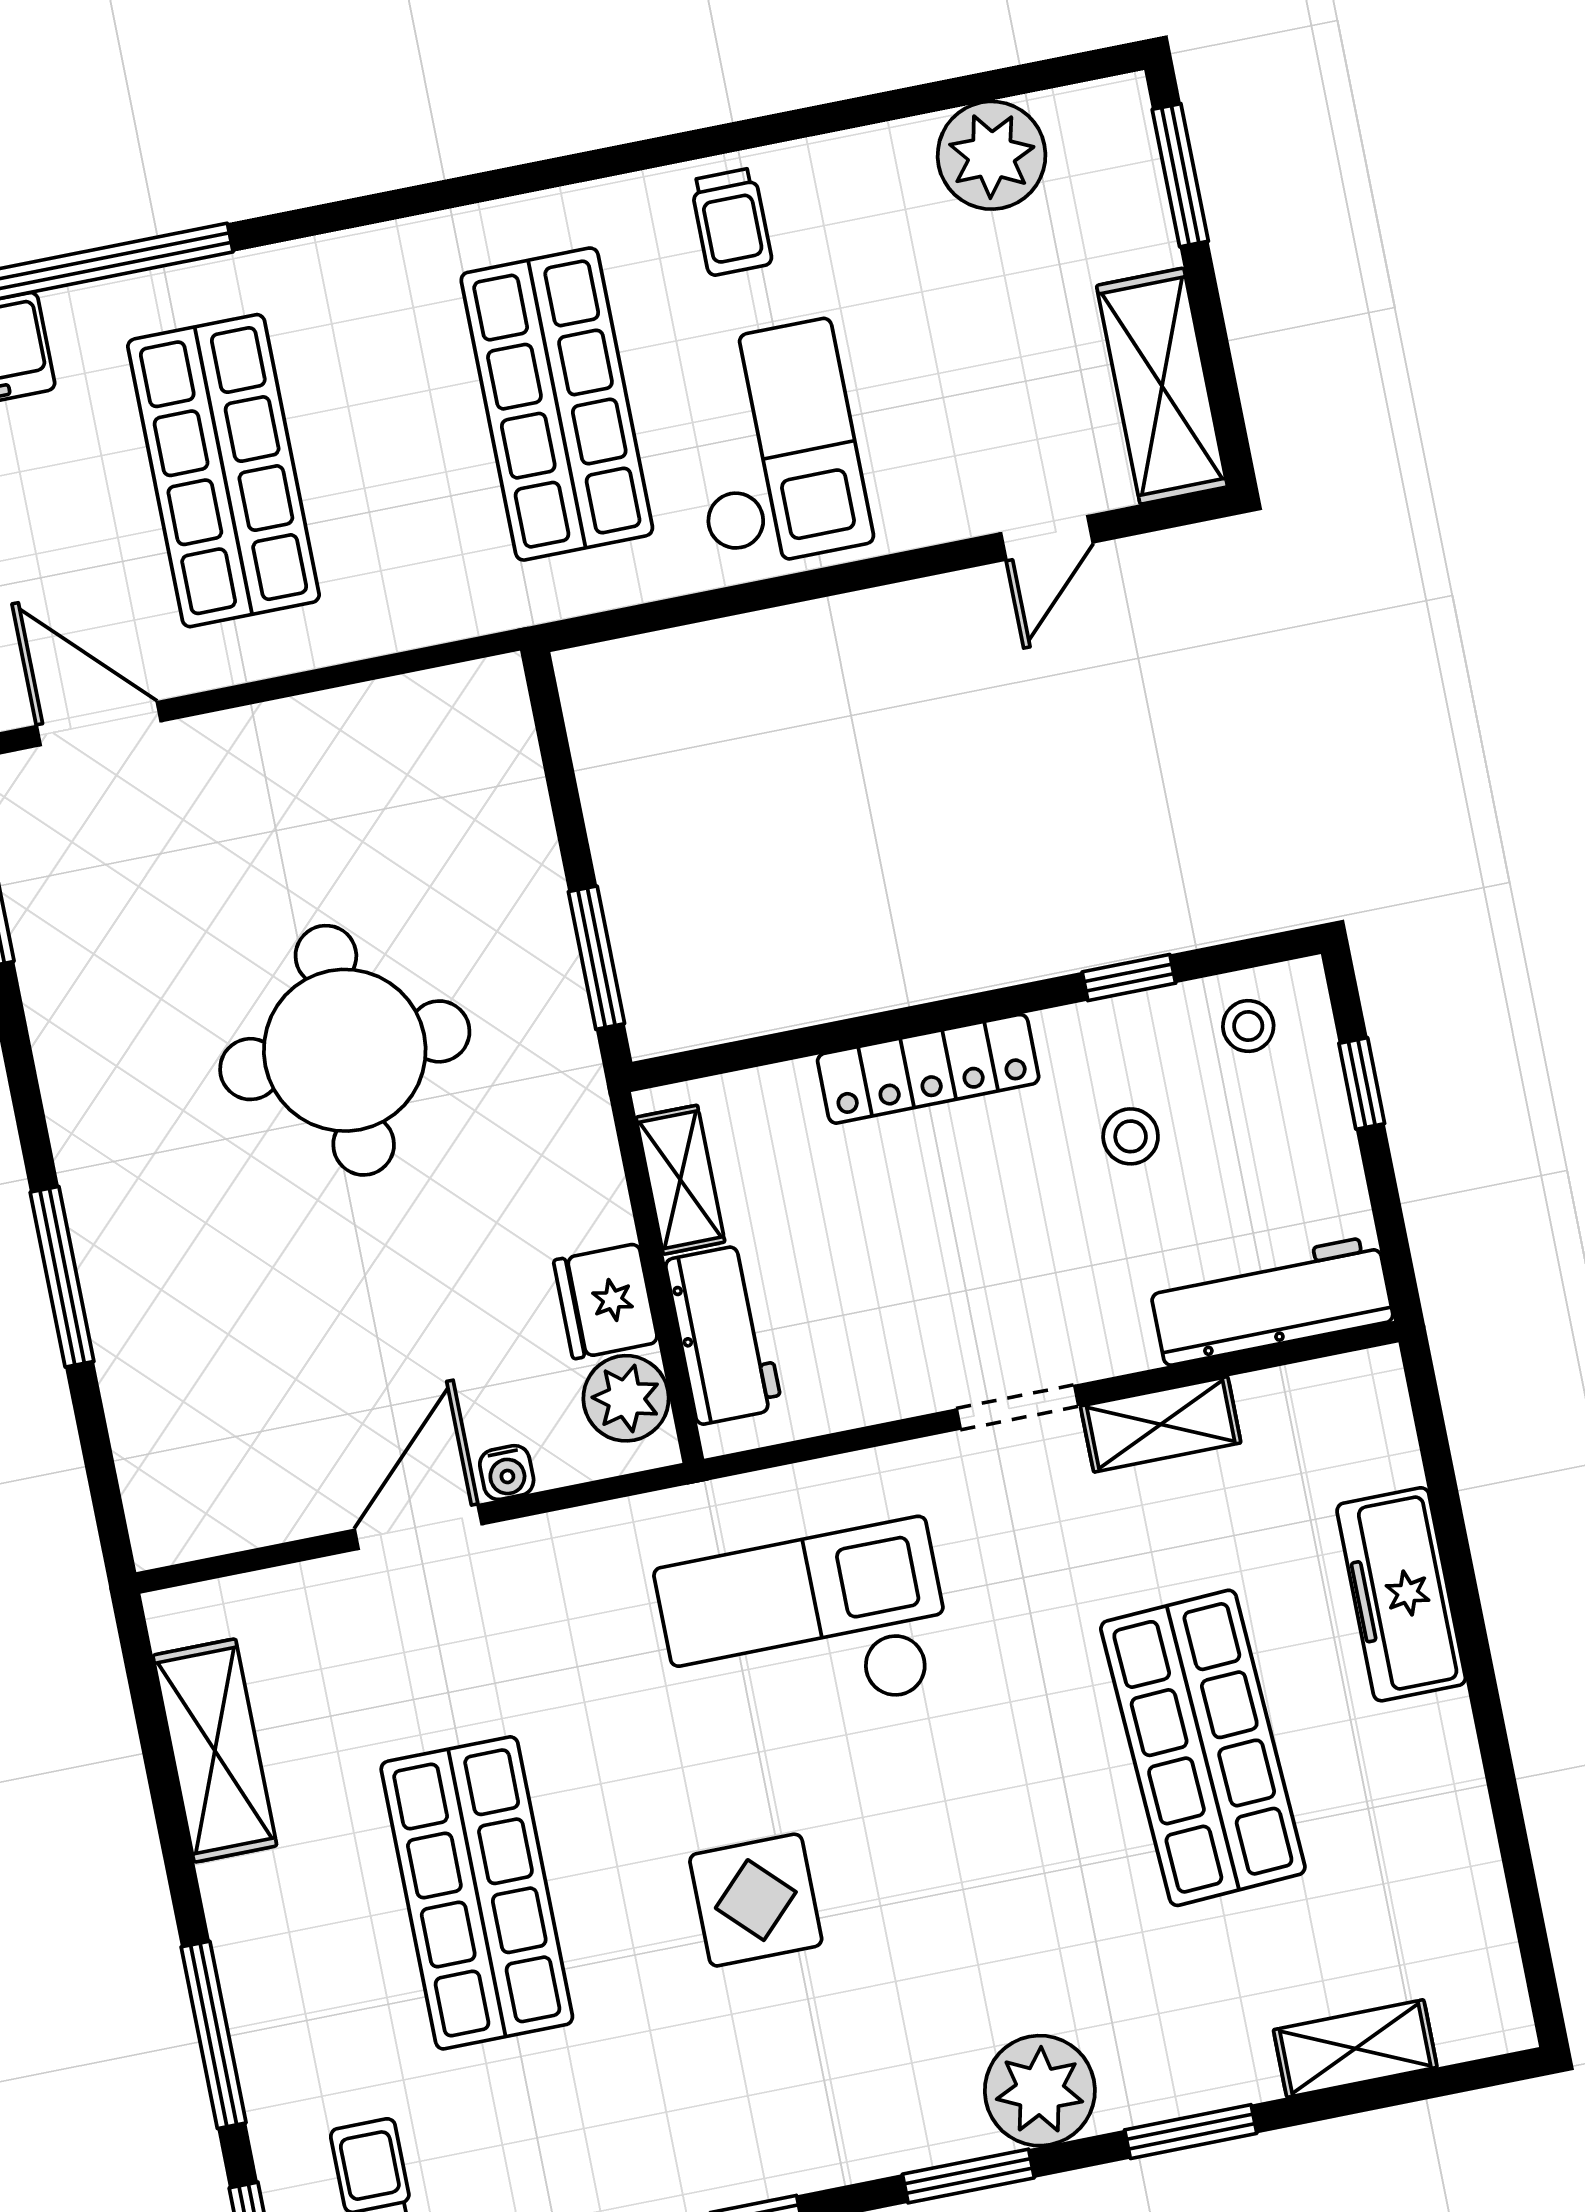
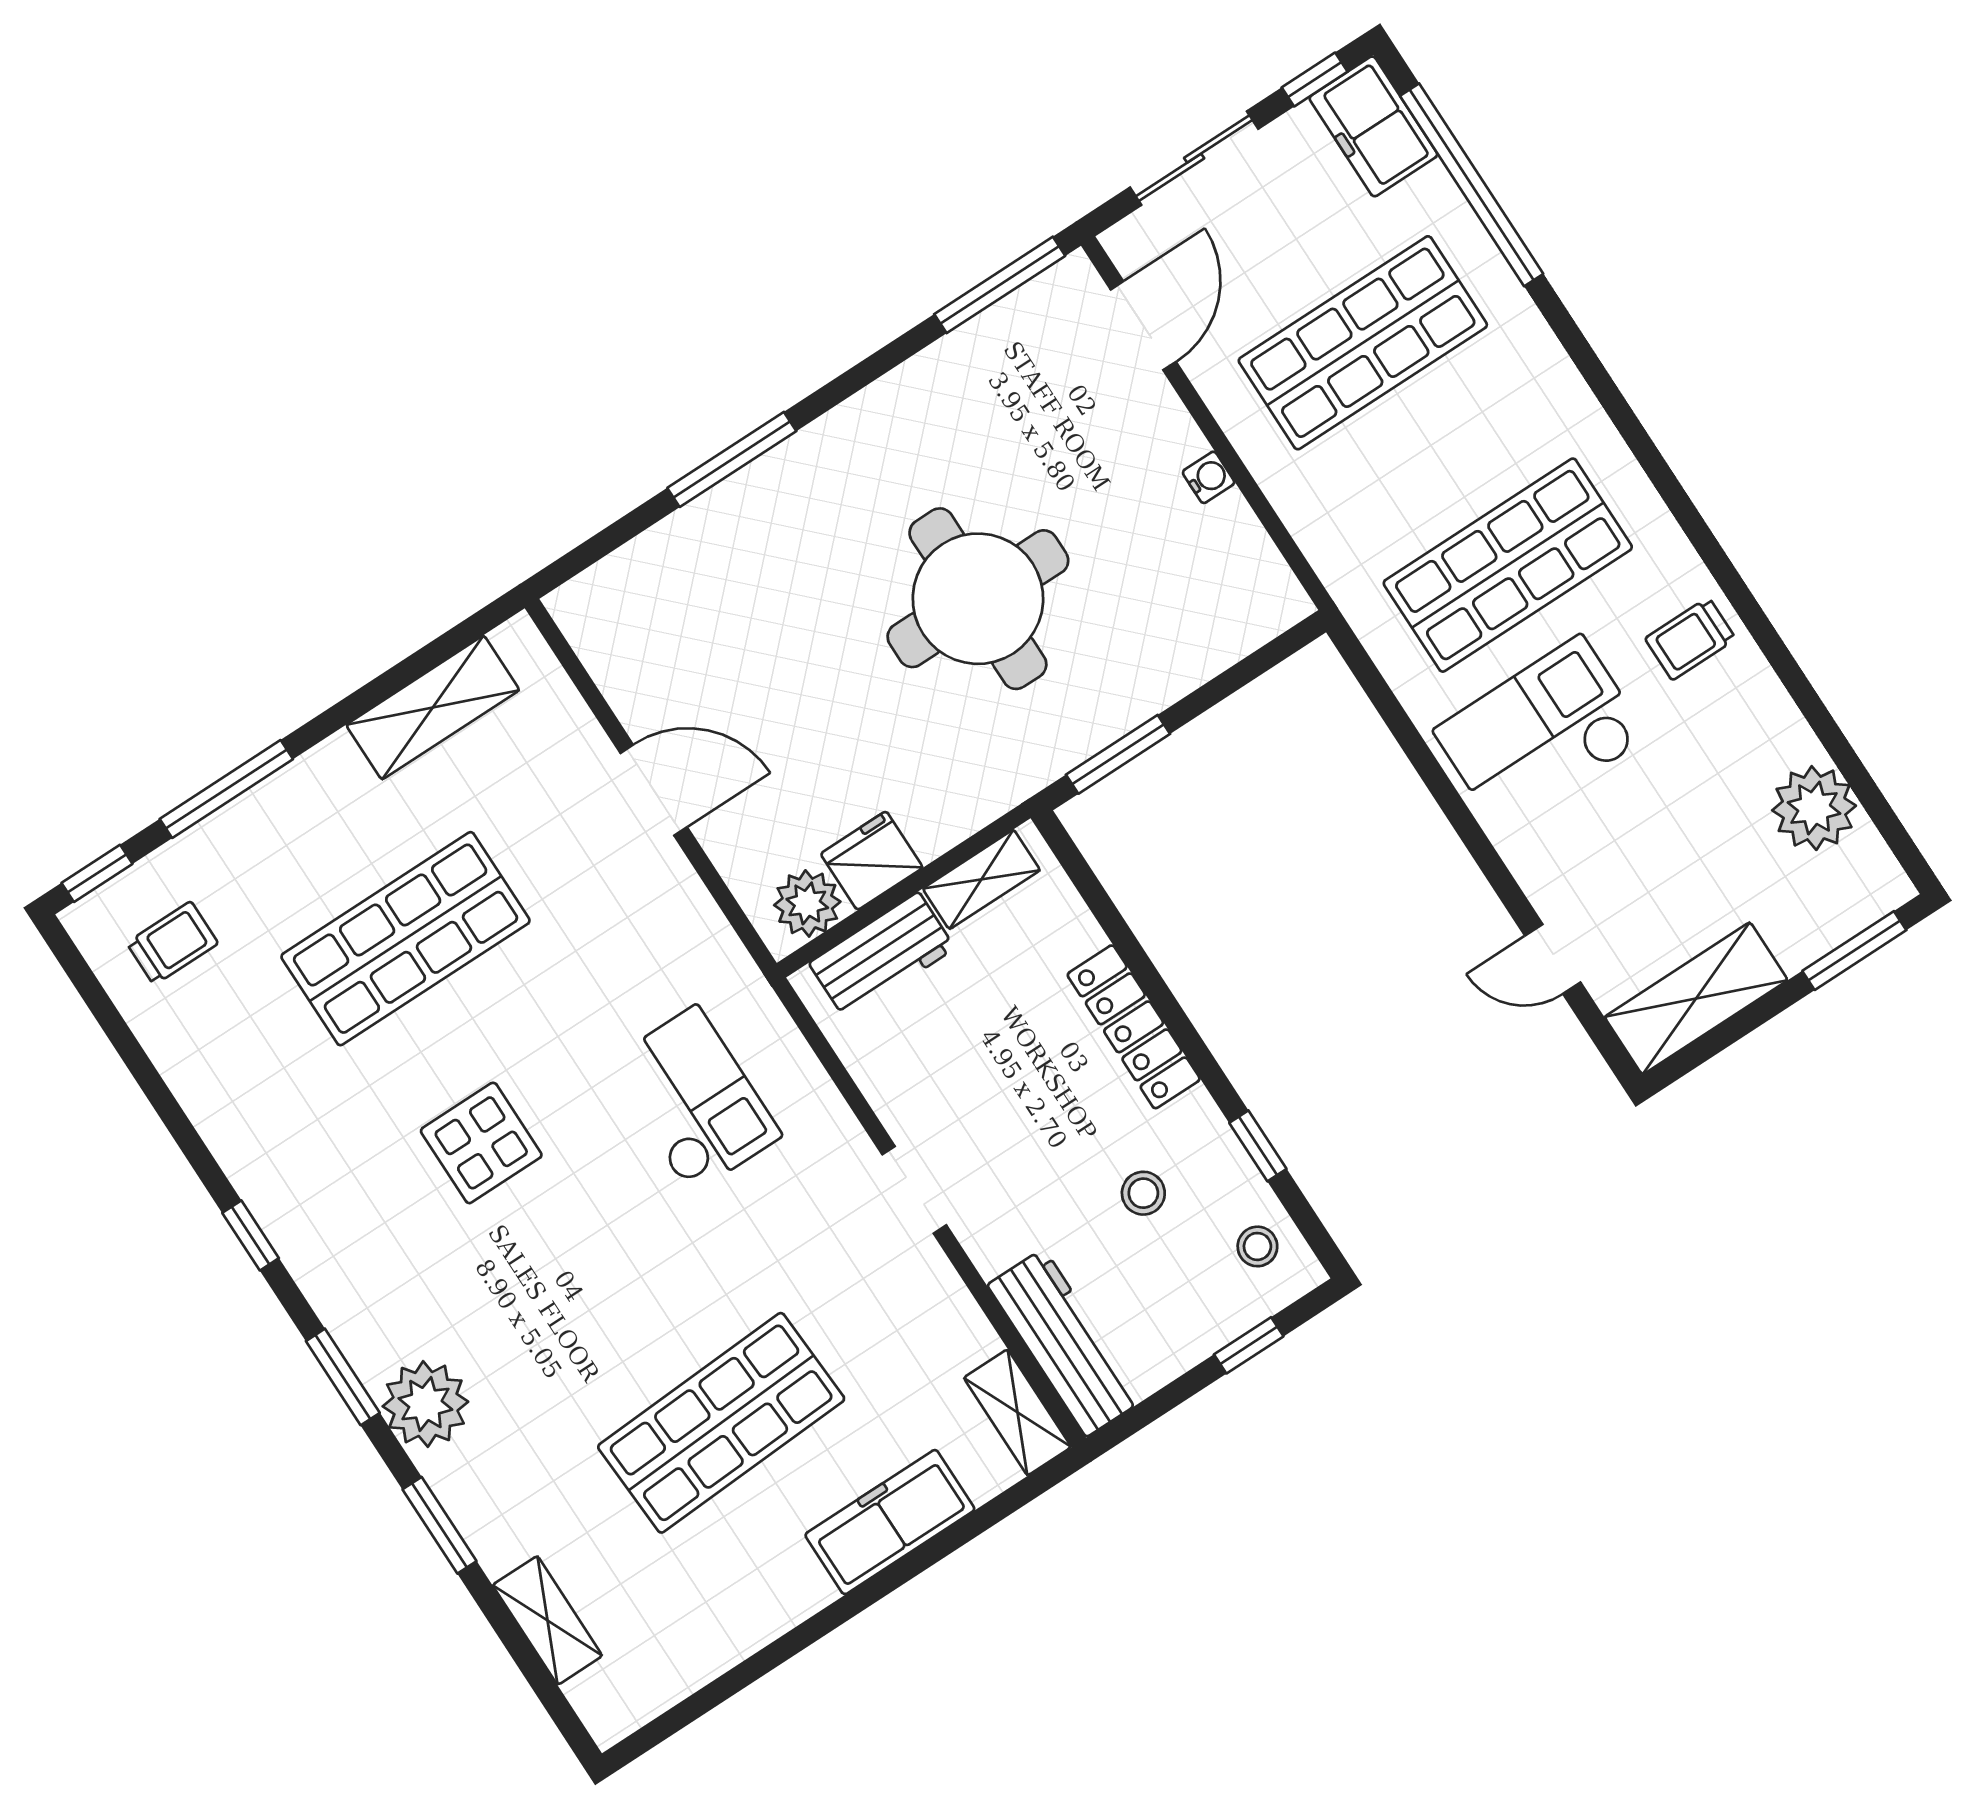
checkout: (773, 445) -> (1541, 734), turned 180
shelving: (1161, 1424) -> (1018, 1412), moved
water cooler: (507, 1473) -> (1209, 477), moved, turned 180
checkout: (806, 1627) -> (694, 1100), width x0.73, depth x0.83

